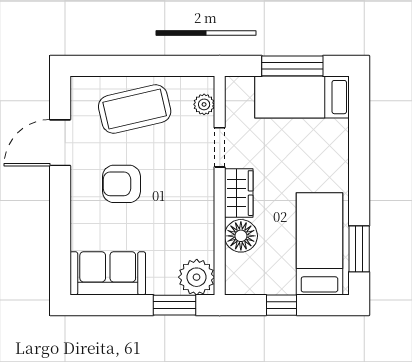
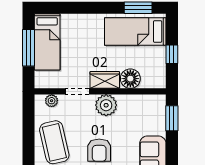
plant: (197, 277) -> (106, 105), moved

